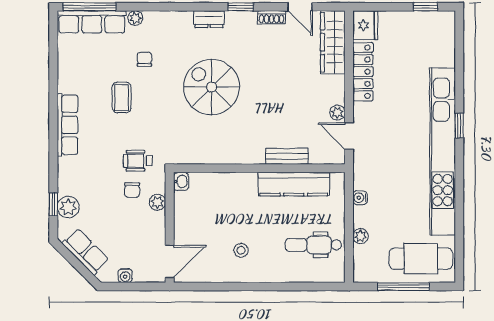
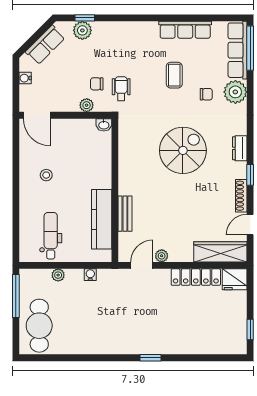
shoe rack: (271, 17) -> (241, 196), width x1.43
plant: (135, 18) -> (235, 92), width x1.87, depth x1.87
coffee table: (122, 97) -> (174, 75), turned 90
row of seats: (67, 125) -> (185, 30), moved
kitchen unit: (443, 152) -> (129, 344), removed
window: (403, 286) -> (16, 296), moved

